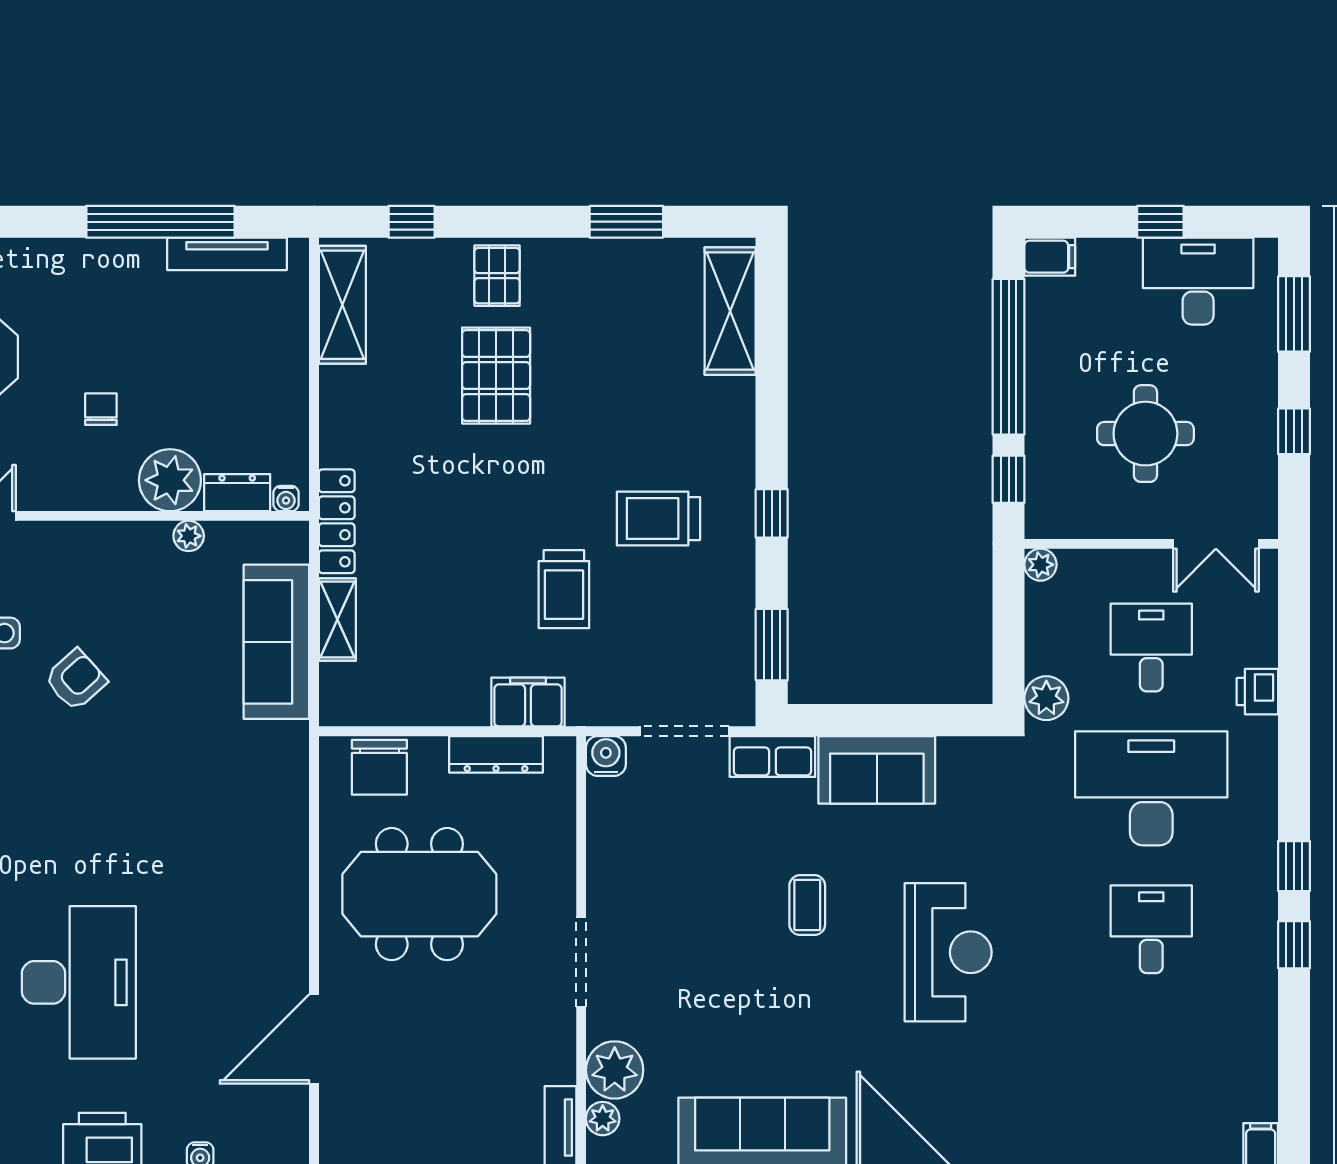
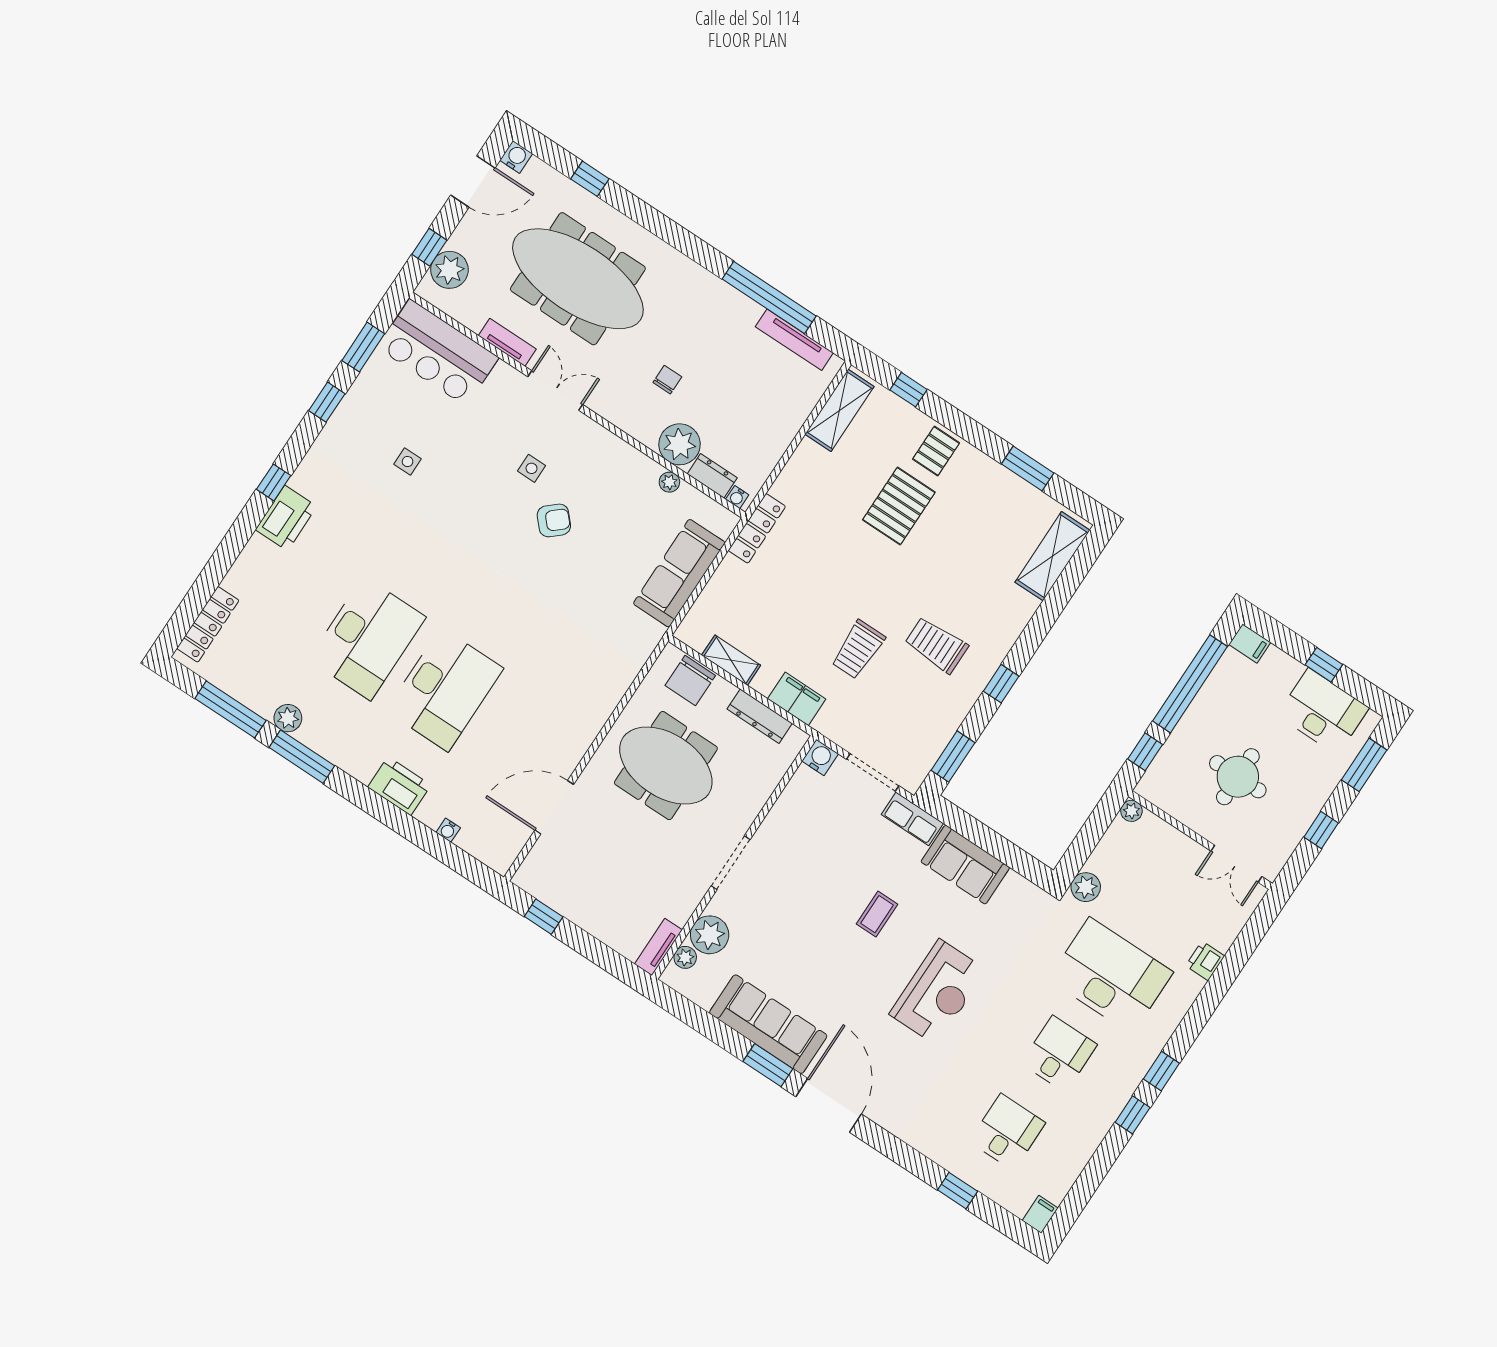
shelving: (337, 620) -> (731, 660), moved, turned 90
desk: (1151, 647) -> (1007, 1132), moved

